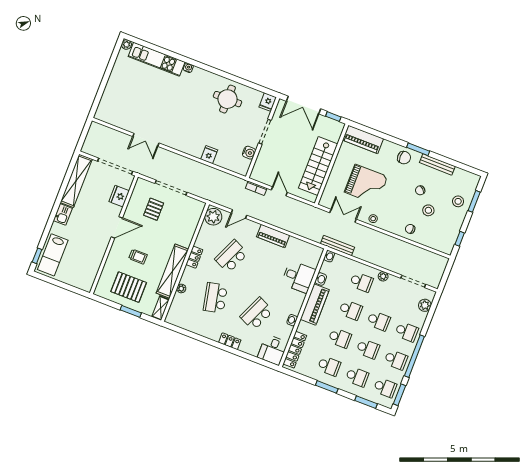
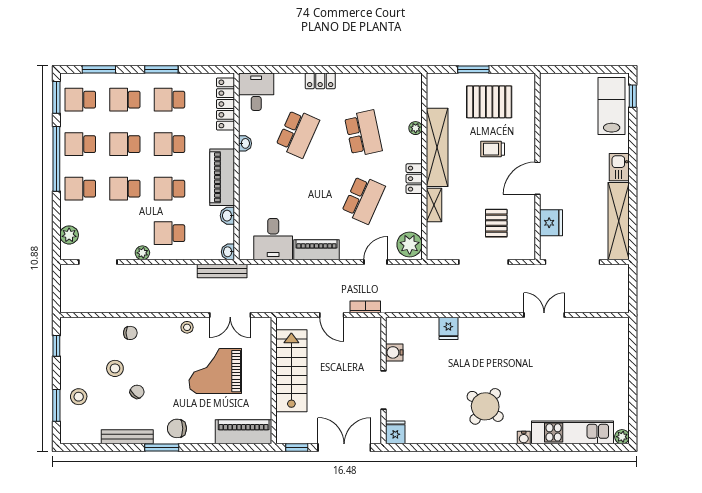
round table: (227, 99) -> (485, 406), moved, turned 38
desk: (298, 277) -> (273, 239), moved, turned -90
shelving: (160, 308) -> (434, 205), moved

